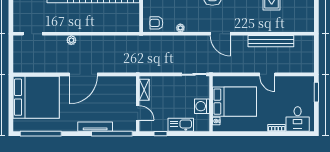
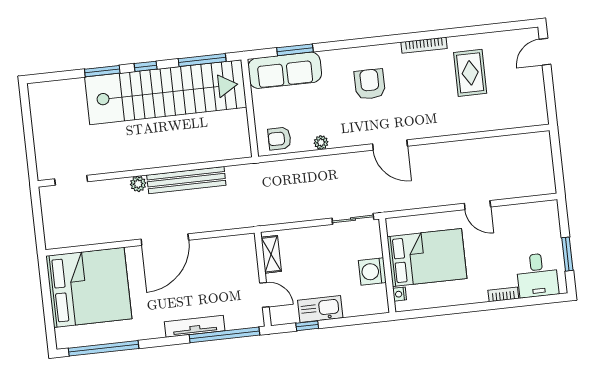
bench: (271, 41) -> (186, 180), moved
window: (316, 92) -> (567, 254), moved
kitchen sink: (181, 125) -> (320, 309), moved

